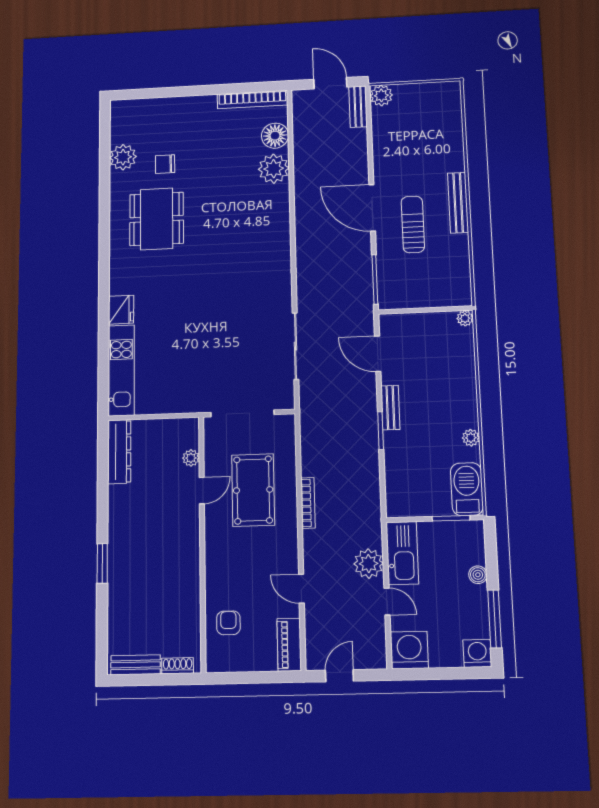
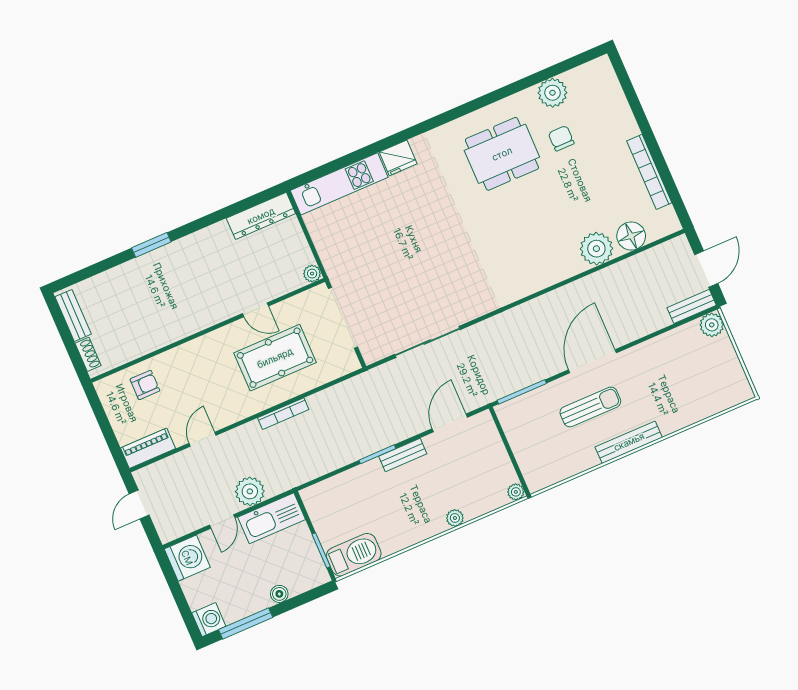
bookcase: (252, 100) -> (649, 172), moved
plant: (471, 438) -> (455, 518), moved
plant: (191, 458) -> (312, 274), moved
door: (339, 676) -> (139, 505), swing flipped

